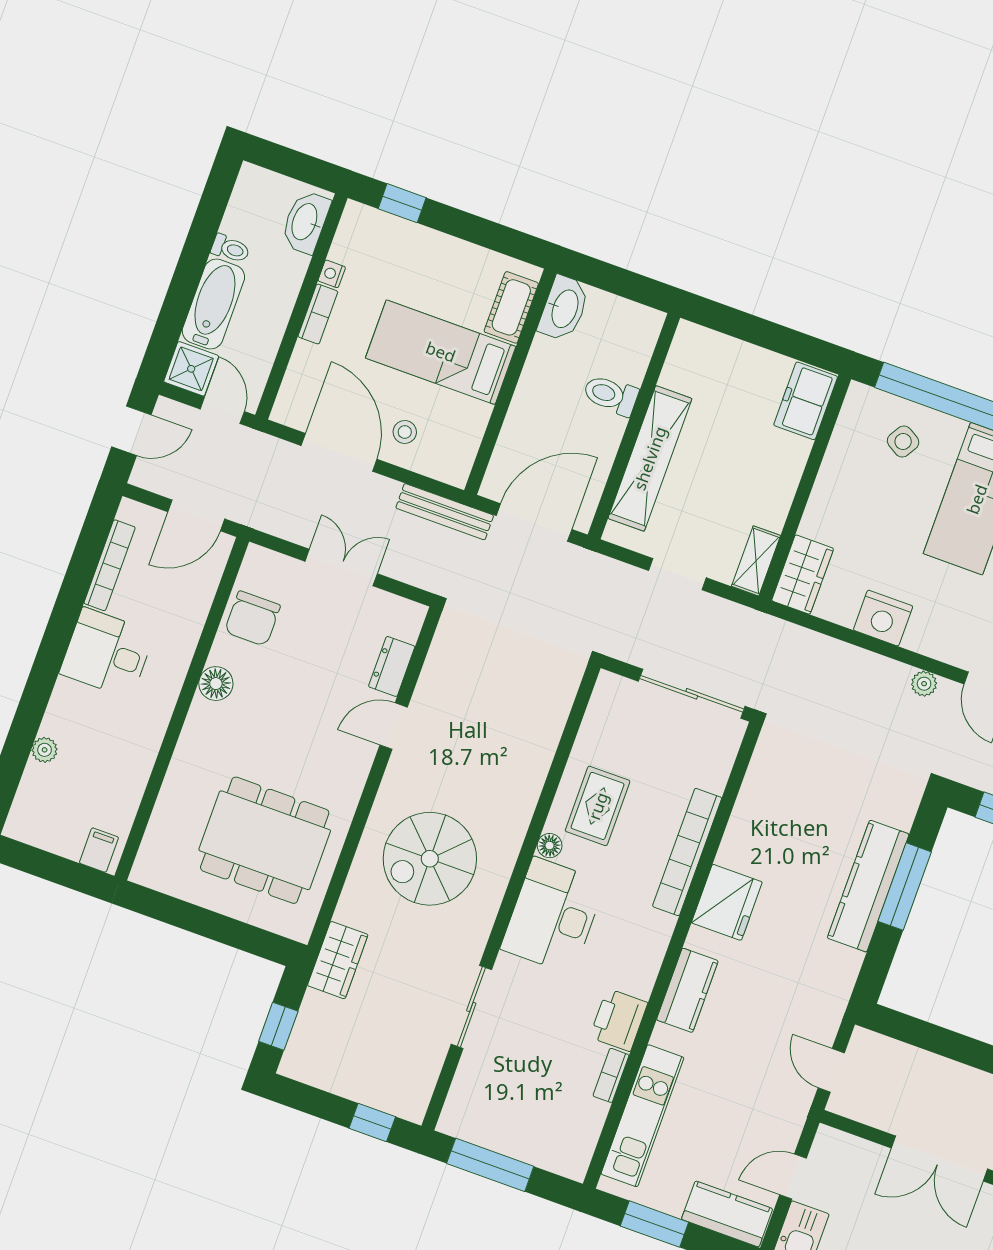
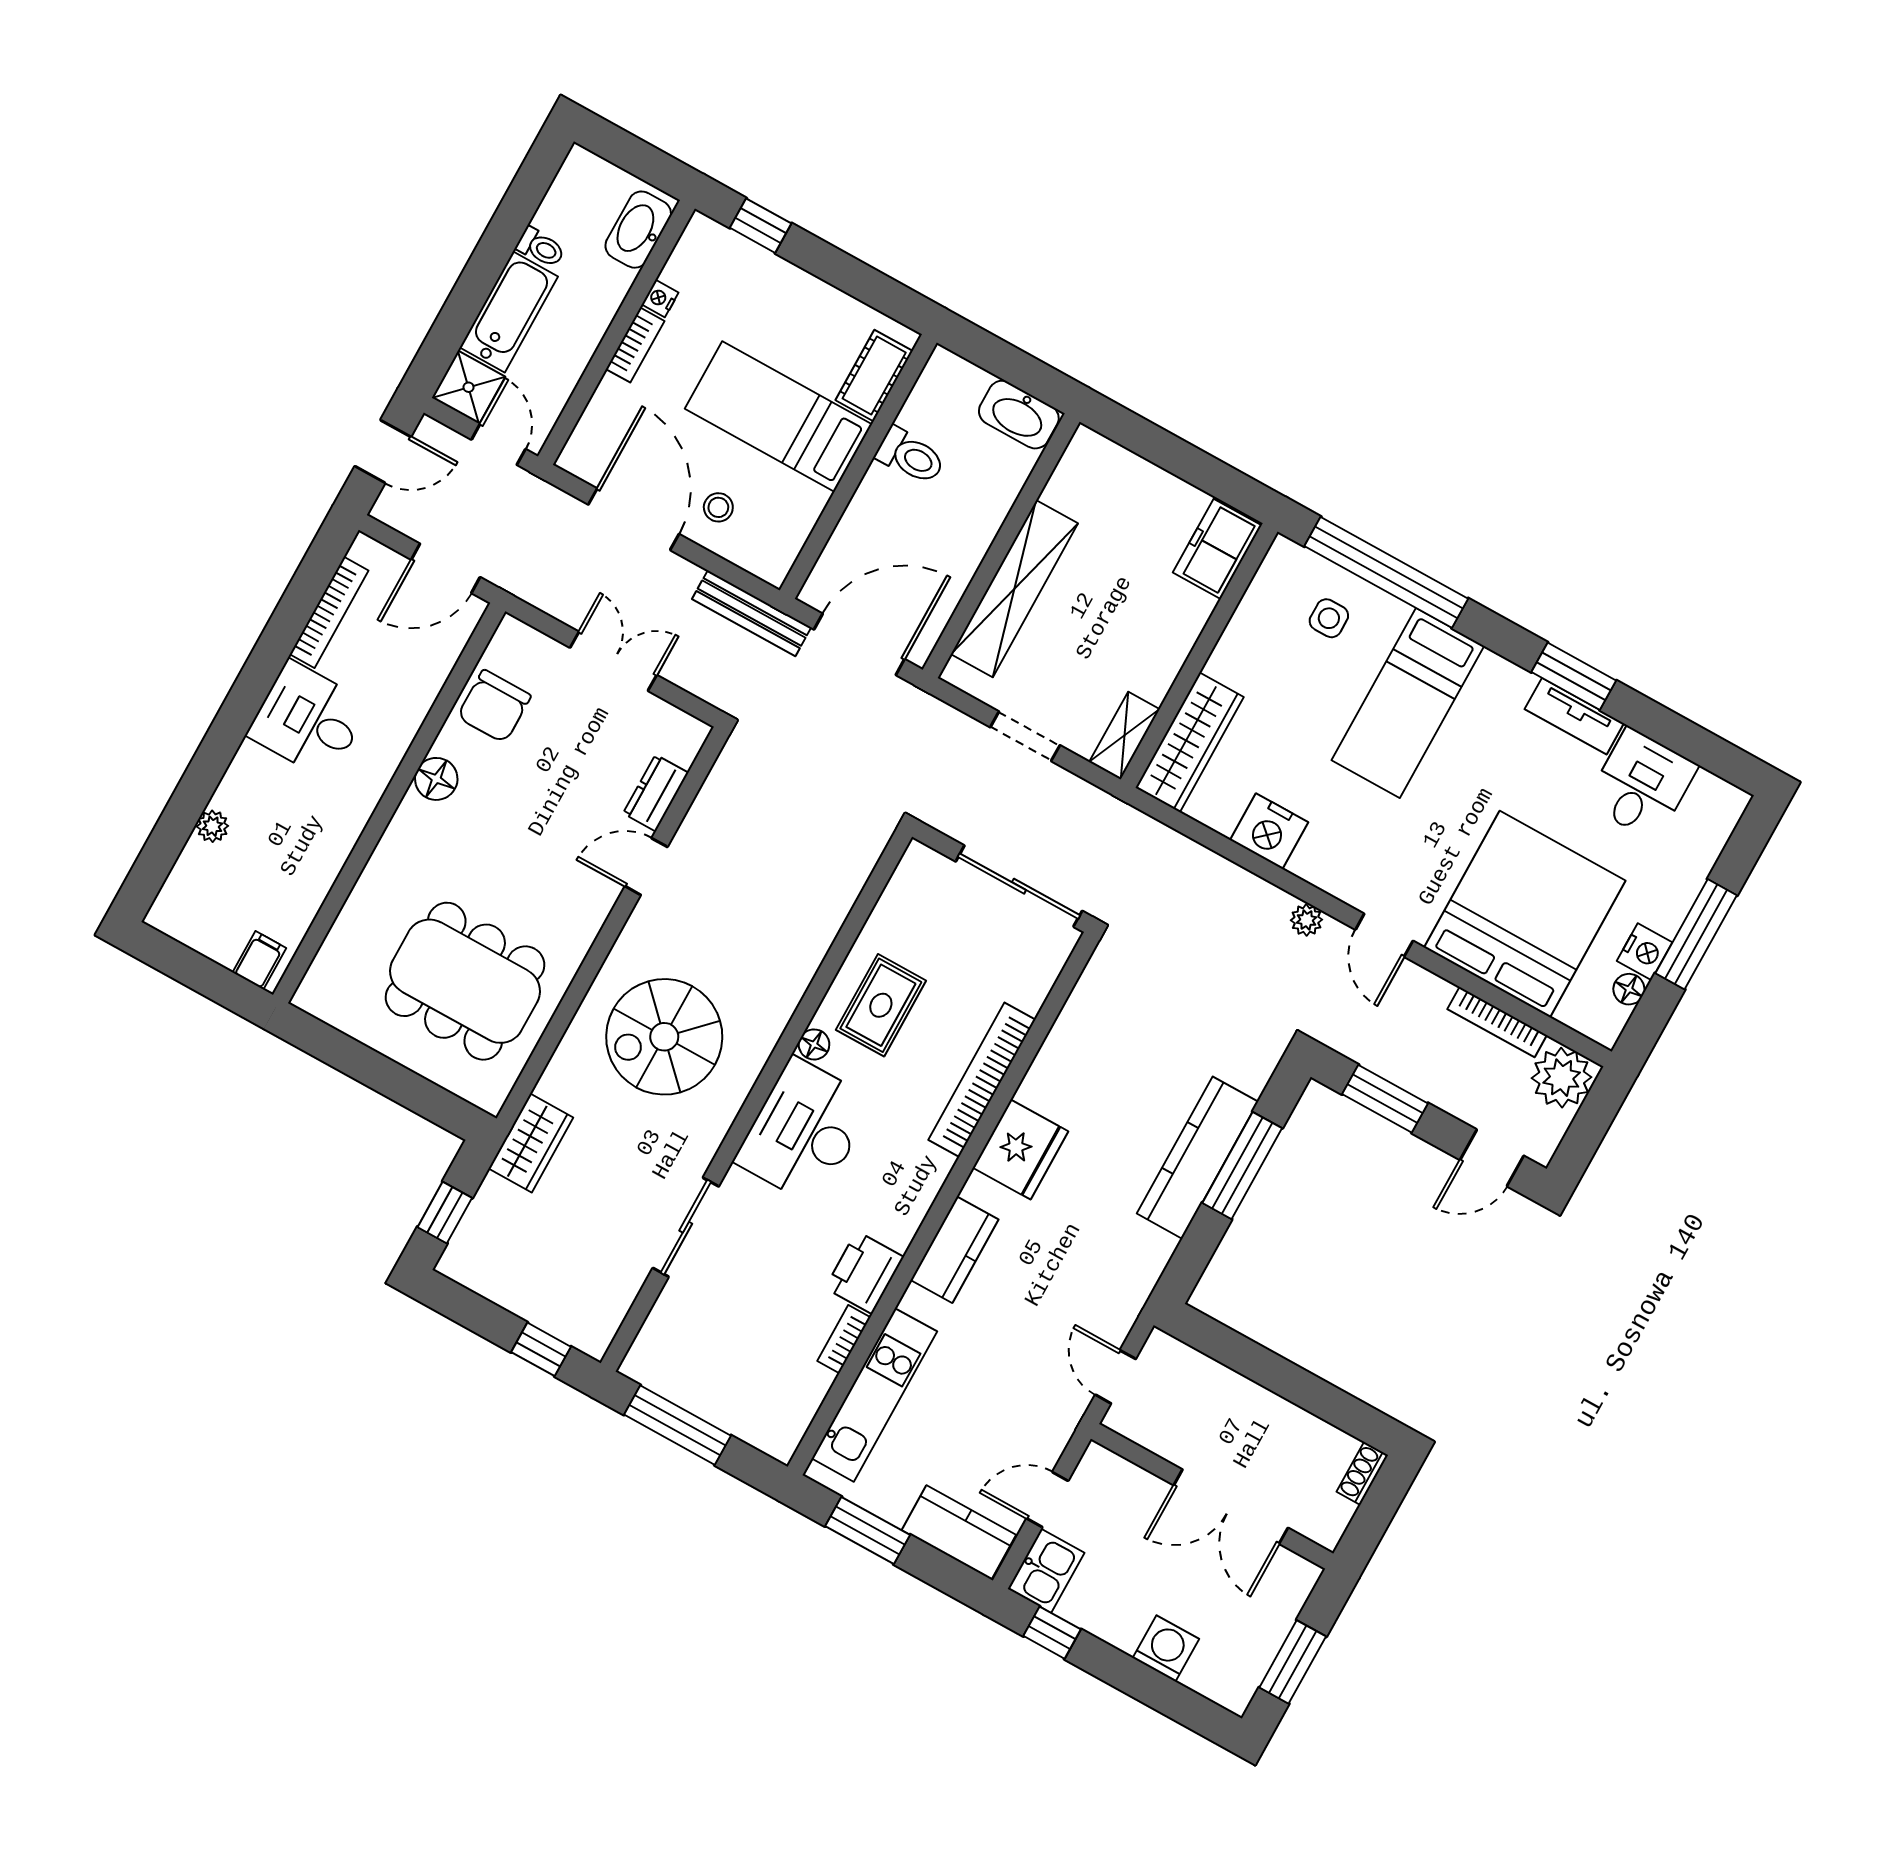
washbasin: (564, 308) -> (1019, 415), moved, turned 90
toilet: (611, 395) -> (910, 456), moved, turned 180
side table: (903, 441) -> (1329, 618), turned -31
wardrobe: (803, 575) -> (1190, 742), width x1.50

